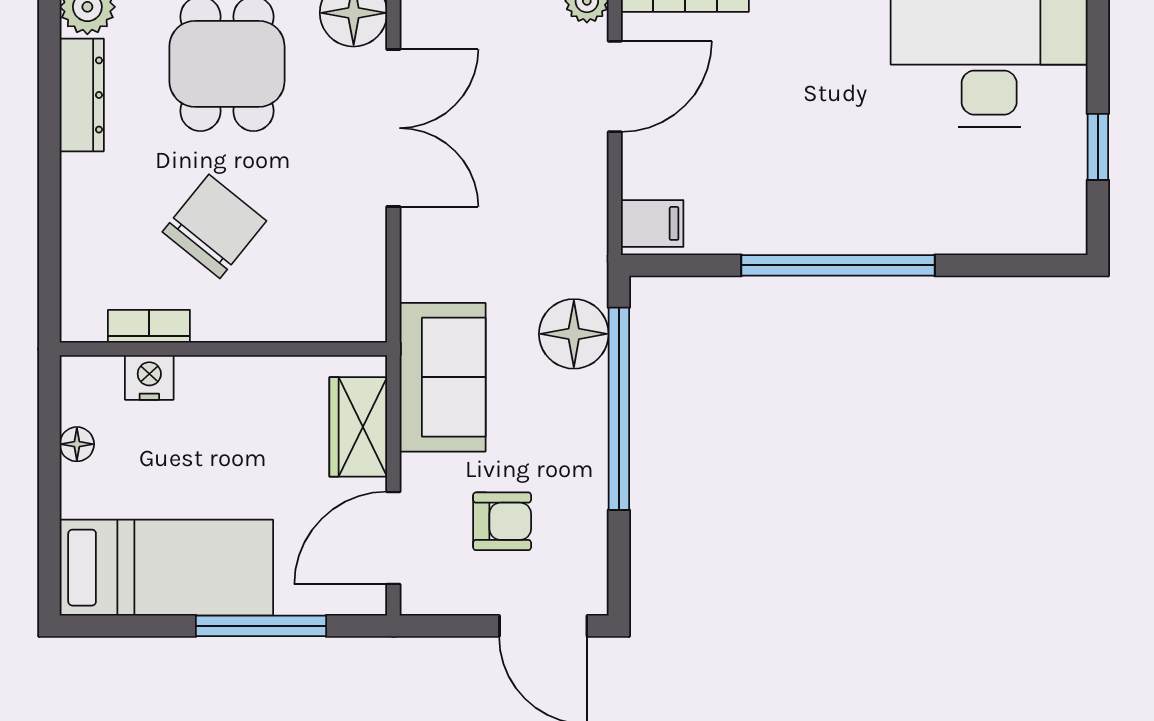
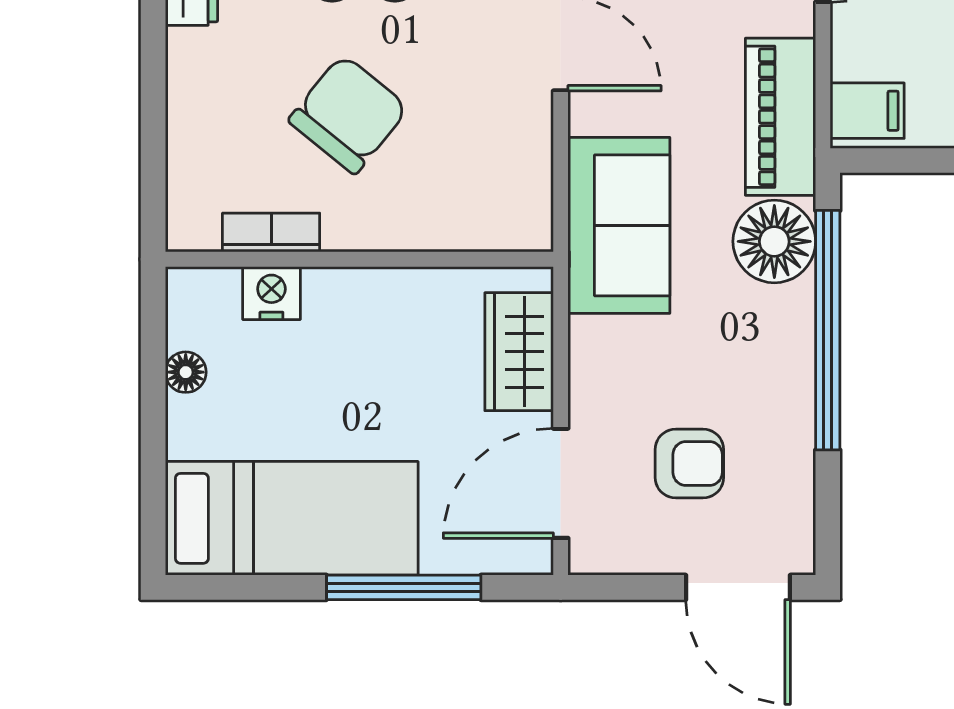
piano: (579, 229) -> (780, 117), added
sofa: (443, 377) -> (619, 225), moved

